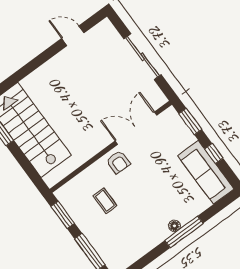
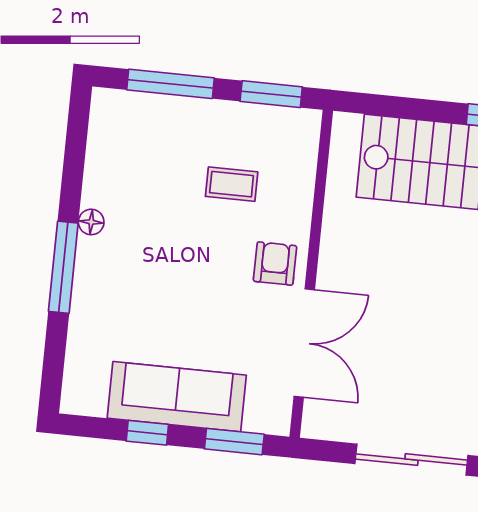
armchair: (118, 162) -> (275, 264), turned 90
sofa: (206, 172) -> (177, 397), moved
floor lamp: (174, 226) -> (91, 222), moved

